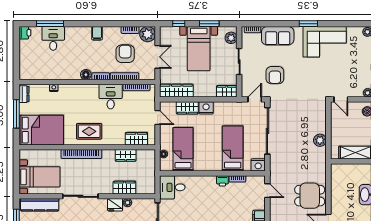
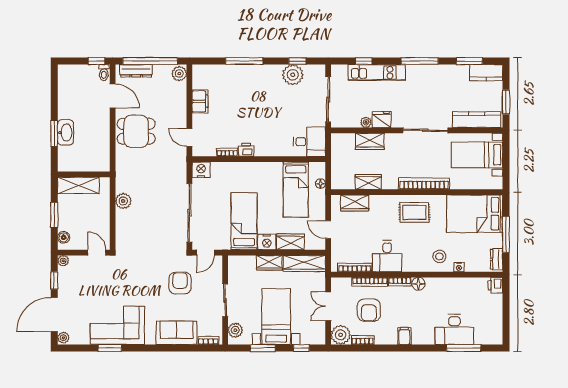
window: (308, 24) -> (110, 348), moved
printer: (25, 33) -> (495, 285), moved
desk: (53, 38) -> (454, 329), width x1.37
wardrobe: (227, 91) -> (269, 263), moved
stool: (69, 96) -> (439, 256), added
bed: (233, 148) -> (244, 221), moved, turned 180

